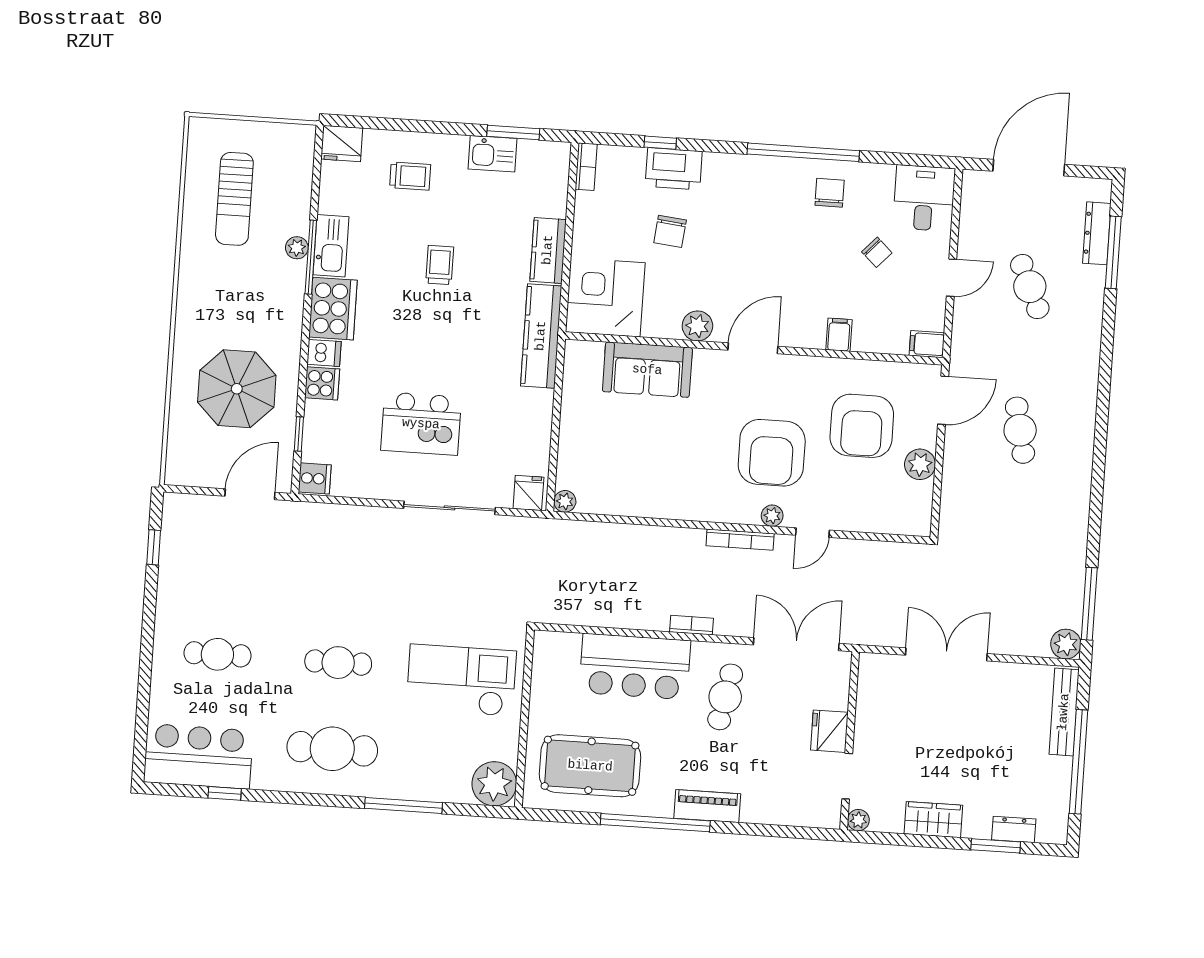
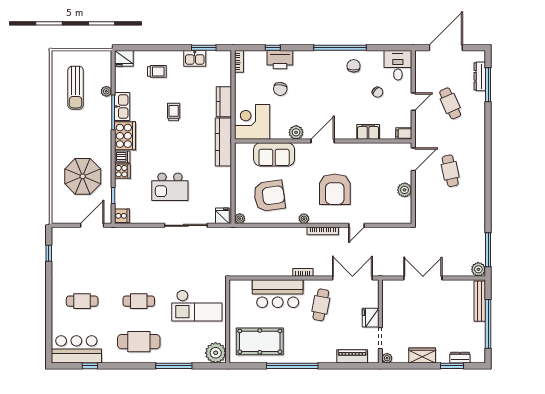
plant: (297, 248) -> (106, 91), moved
filing cabinet: (839, 335) -> (368, 132), width x2.00
armchair: (862, 426) -> (269, 196), moved, turned -98
plant: (772, 516) -> (304, 219), moved
checkout: (461, 680) -> (197, 305), turned 180
piano: (707, 806) -> (352, 356), moved

